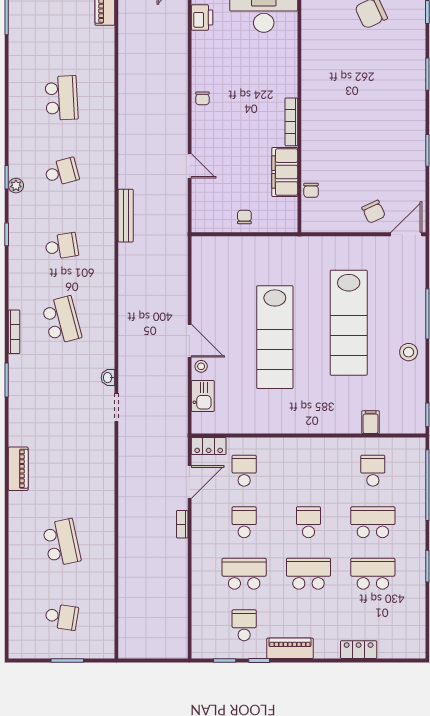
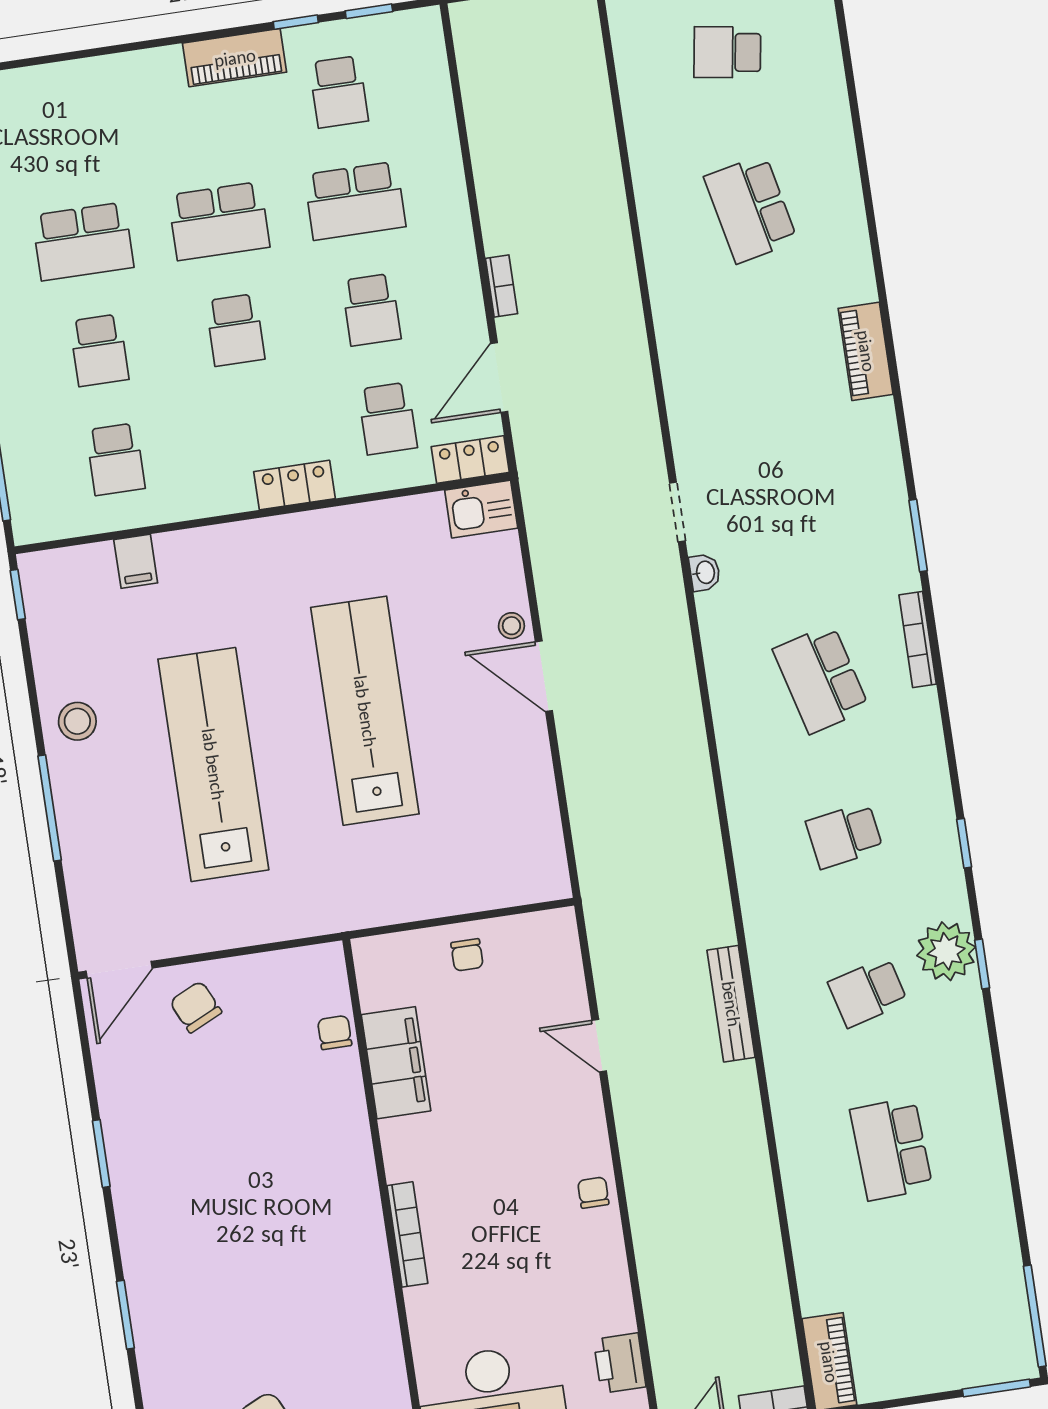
bookcase: (291, 122) -> (407, 1234), moved
plant: (16, 186) -> (946, 951), width x1.88, depth x1.88
bench: (126, 216) -> (731, 1004), moved
kitchen sink: (203, 396) -> (481, 509), moved, turned -90
school desk: (373, 522) -> (99, 350), width x0.54
locker: (359, 650) -> (294, 485), moved, turned 180

